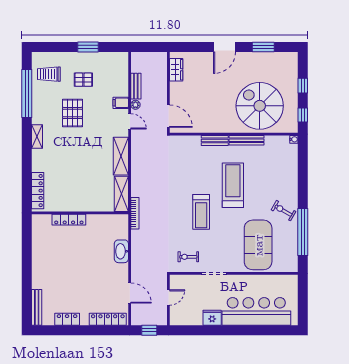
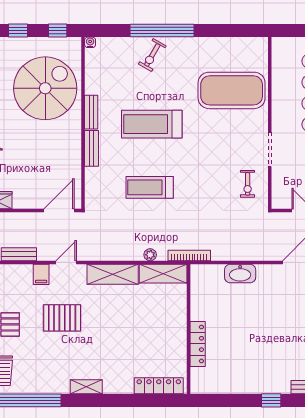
plant: (135, 105) -> (150, 255), moved
spiral stairs: (260, 106) -> (45, 88), turned 180
pallet: (72, 113) -> (62, 318), moved
bench: (246, 140) -> (91, 112), width x0.73
exercise bike: (283, 211) -> (152, 55), moved
treadmill: (201, 212) -> (150, 187), moved, turned 180
window: (303, 232) -> (162, 31), moved
window: (27, 274) -> (271, 400), added

